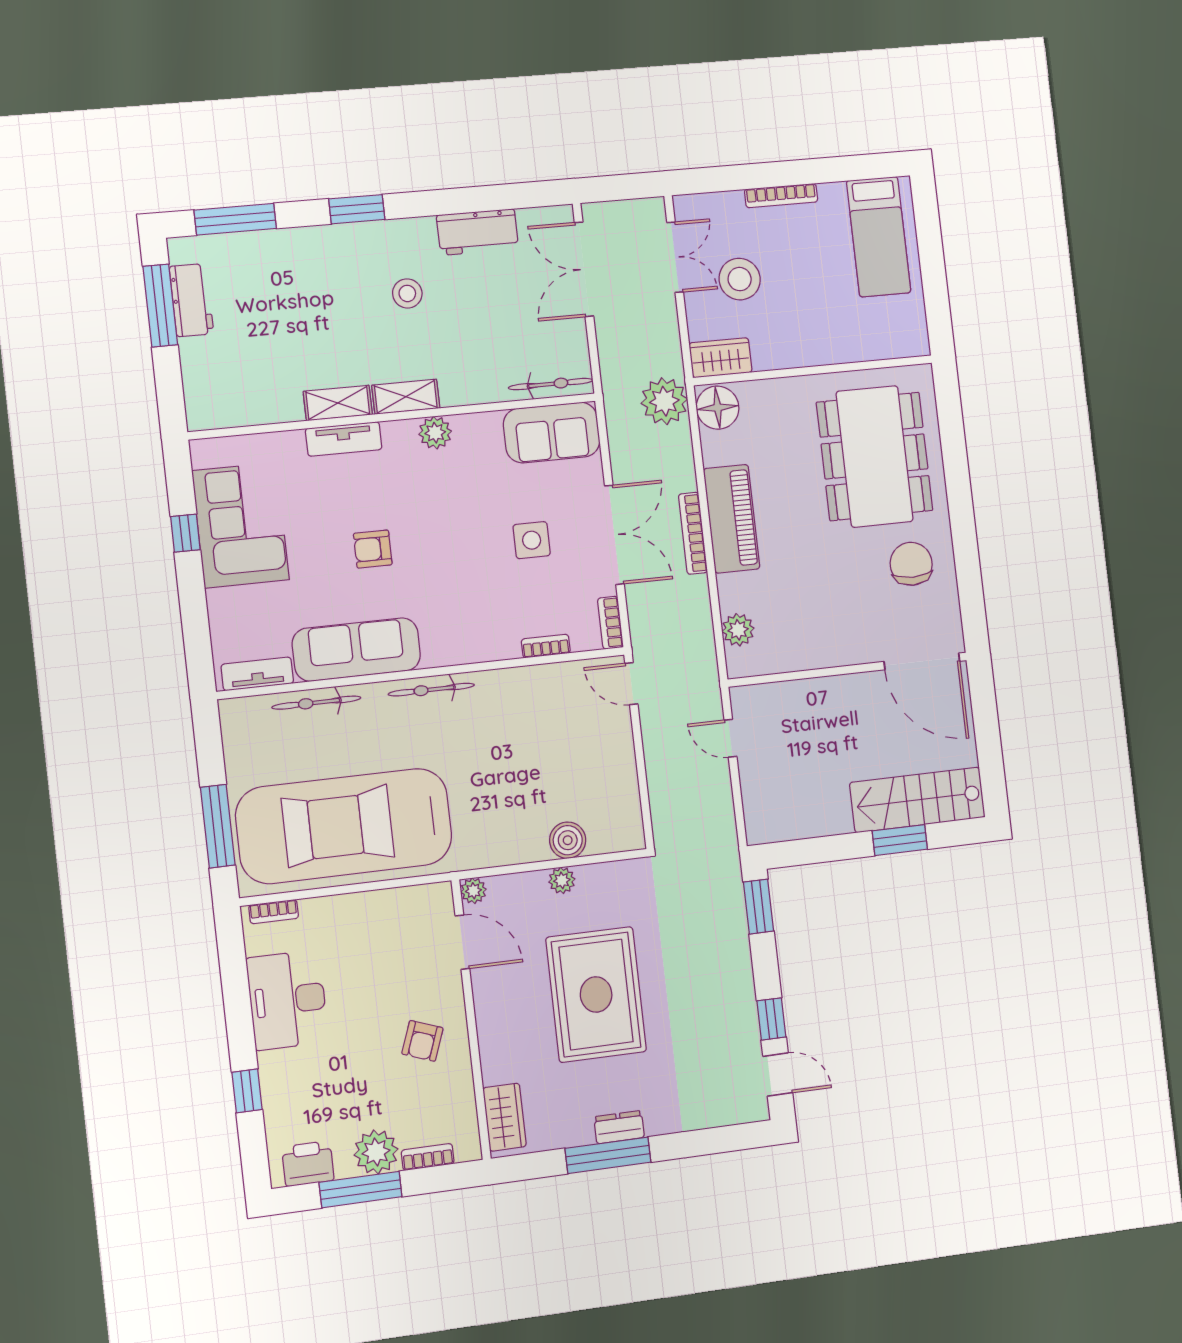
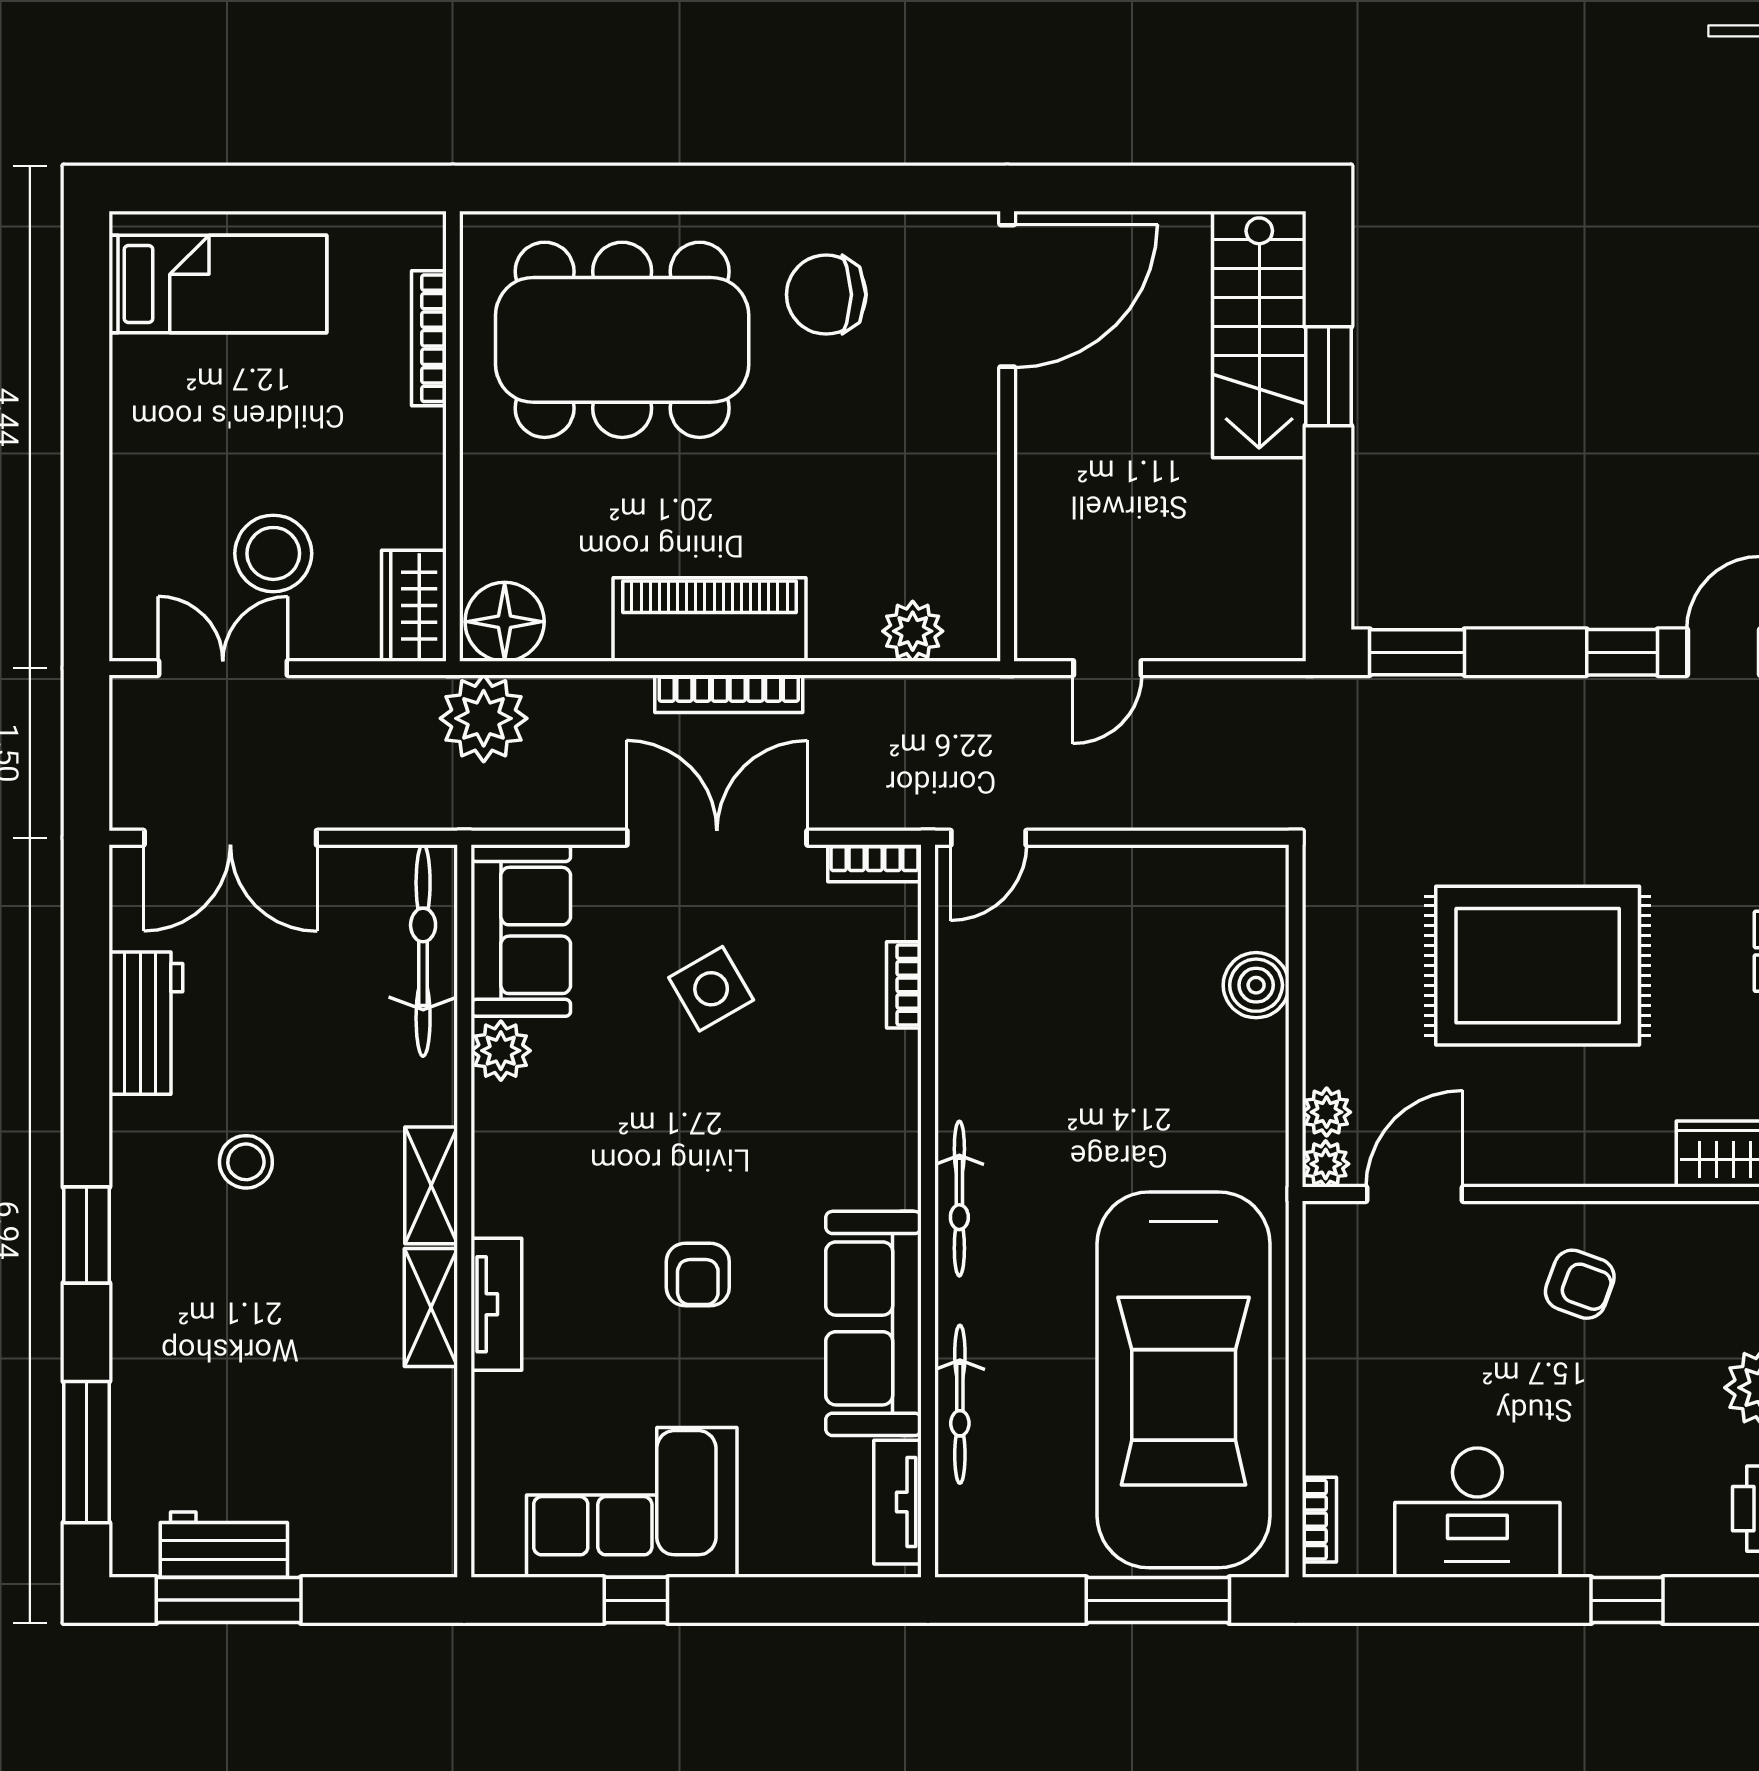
bookcase: (781, 196) -> (429, 338), moved, turned 180
bicycle: (551, 384) -> (423, 950), width x1.37, depth x1.40
plant: (435, 433) -> (501, 1051), moved
side table: (532, 540) -> (711, 989), turned -30
plant: (562, 880) -> (1327, 1112), moved

